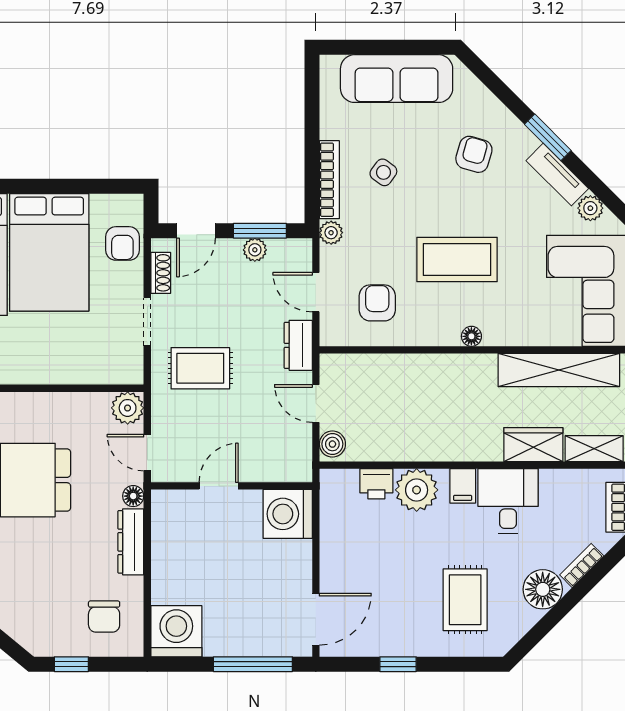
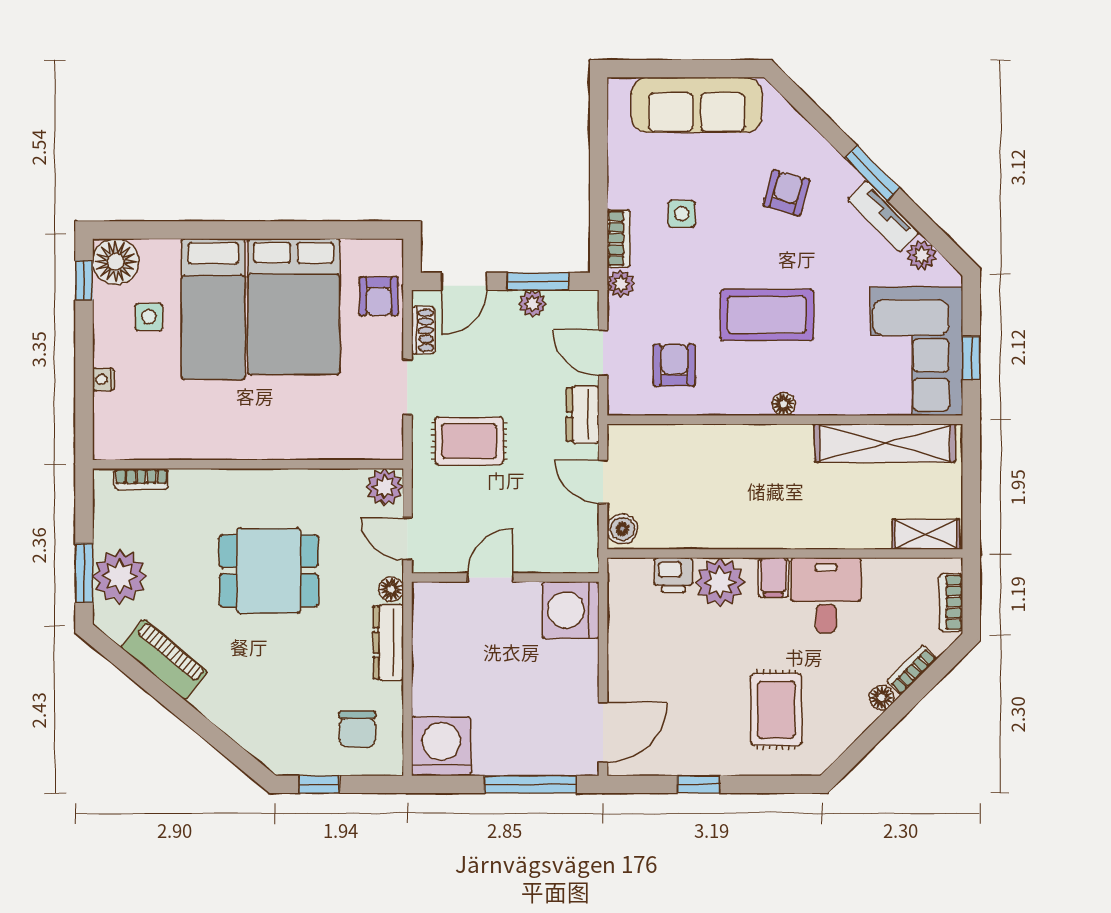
side table: (383, 172) -> (682, 214), turned -36
bookcase: (329, 180) -> (619, 238), width x0.64
wardrobe: (533, 445) -> (856, 530), removed
floor lamp: (543, 589) -> (882, 698), width x0.53, depth x0.53

